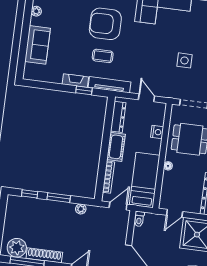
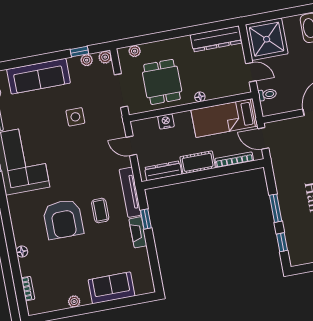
door: (146, 98) -> (131, 146), hinge flipped
plant: (81, 209) -> (280, 179), removed
toilet: (139, 219) -> (267, 95), moved

